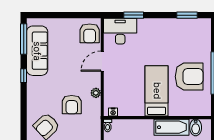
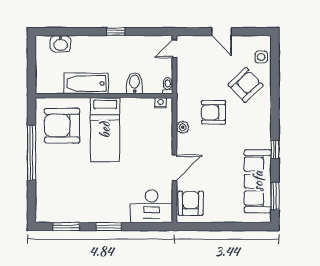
window: (134, 15) -> (109, 227), moved
window: (24, 39) -> (275, 196), width x0.69
armchair: (189, 77) -> (62, 126), moved
armchair: (72, 105) -> (213, 112), turned -90
bidet: (196, 127) -> (135, 83), moved

